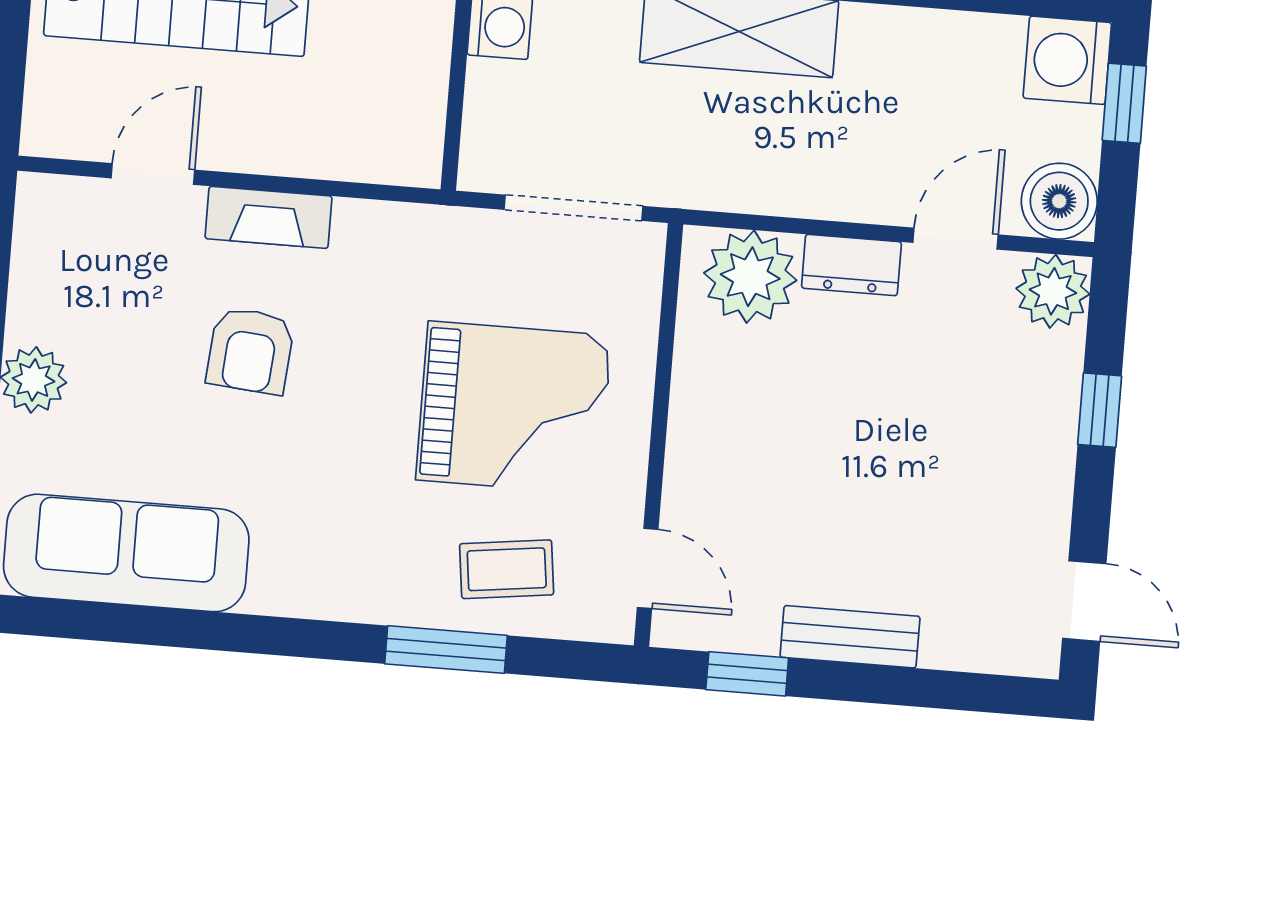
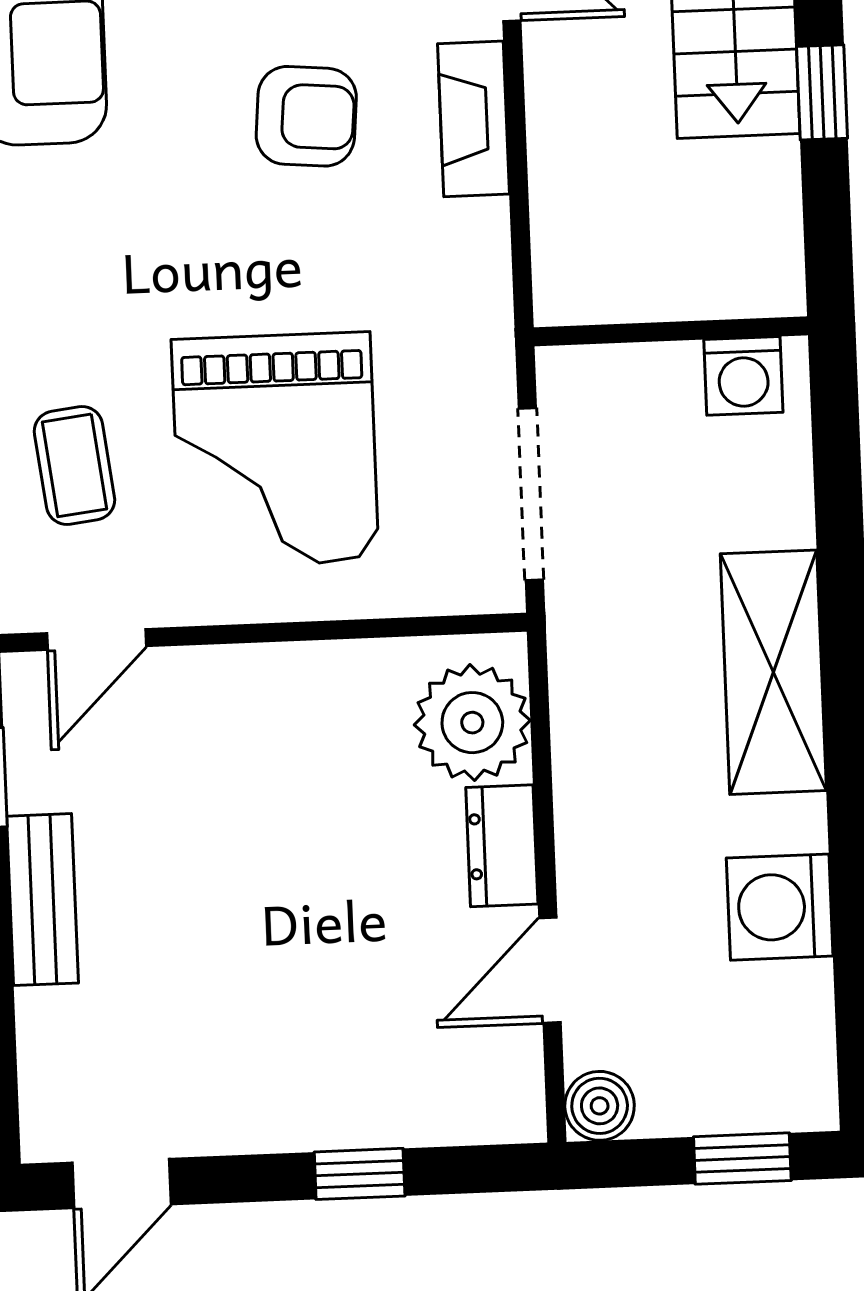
washing machine: (1067, 60) -> (780, 907), moved, turned -90
boiler: (1059, 201) -> (600, 1106), width x0.73, depth x0.73
door: (956, 239) -> (550, 970), swing flipped
plant: (1053, 291) -> (499, 1098), removed
armchair: (250, 351) -> (306, 116), turned 180

